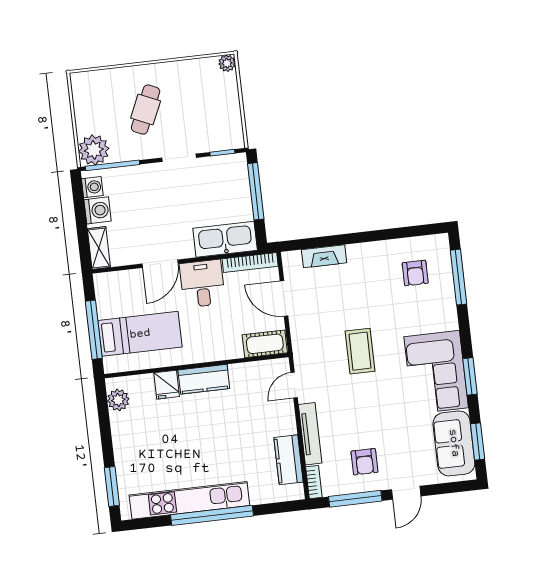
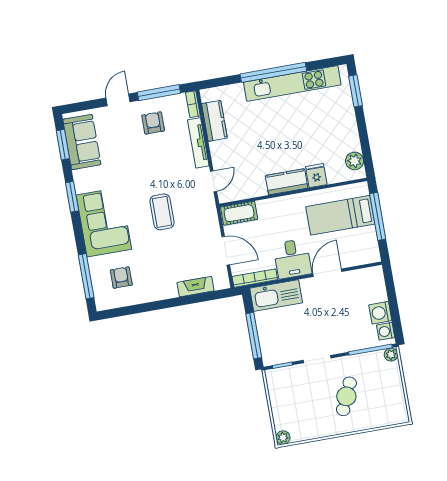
plant: (94, 150) -> (391, 355), width x0.53, depth x0.53
shelving: (99, 248) -> (377, 283), removed
corner sofa: (436, 372) -> (104, 222), moved

